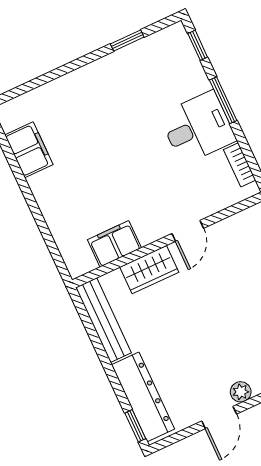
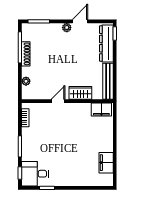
desk: (198, 128) -> (35, 174), moved
filing cabinet: (114, 244) -> (101, 110), moved

